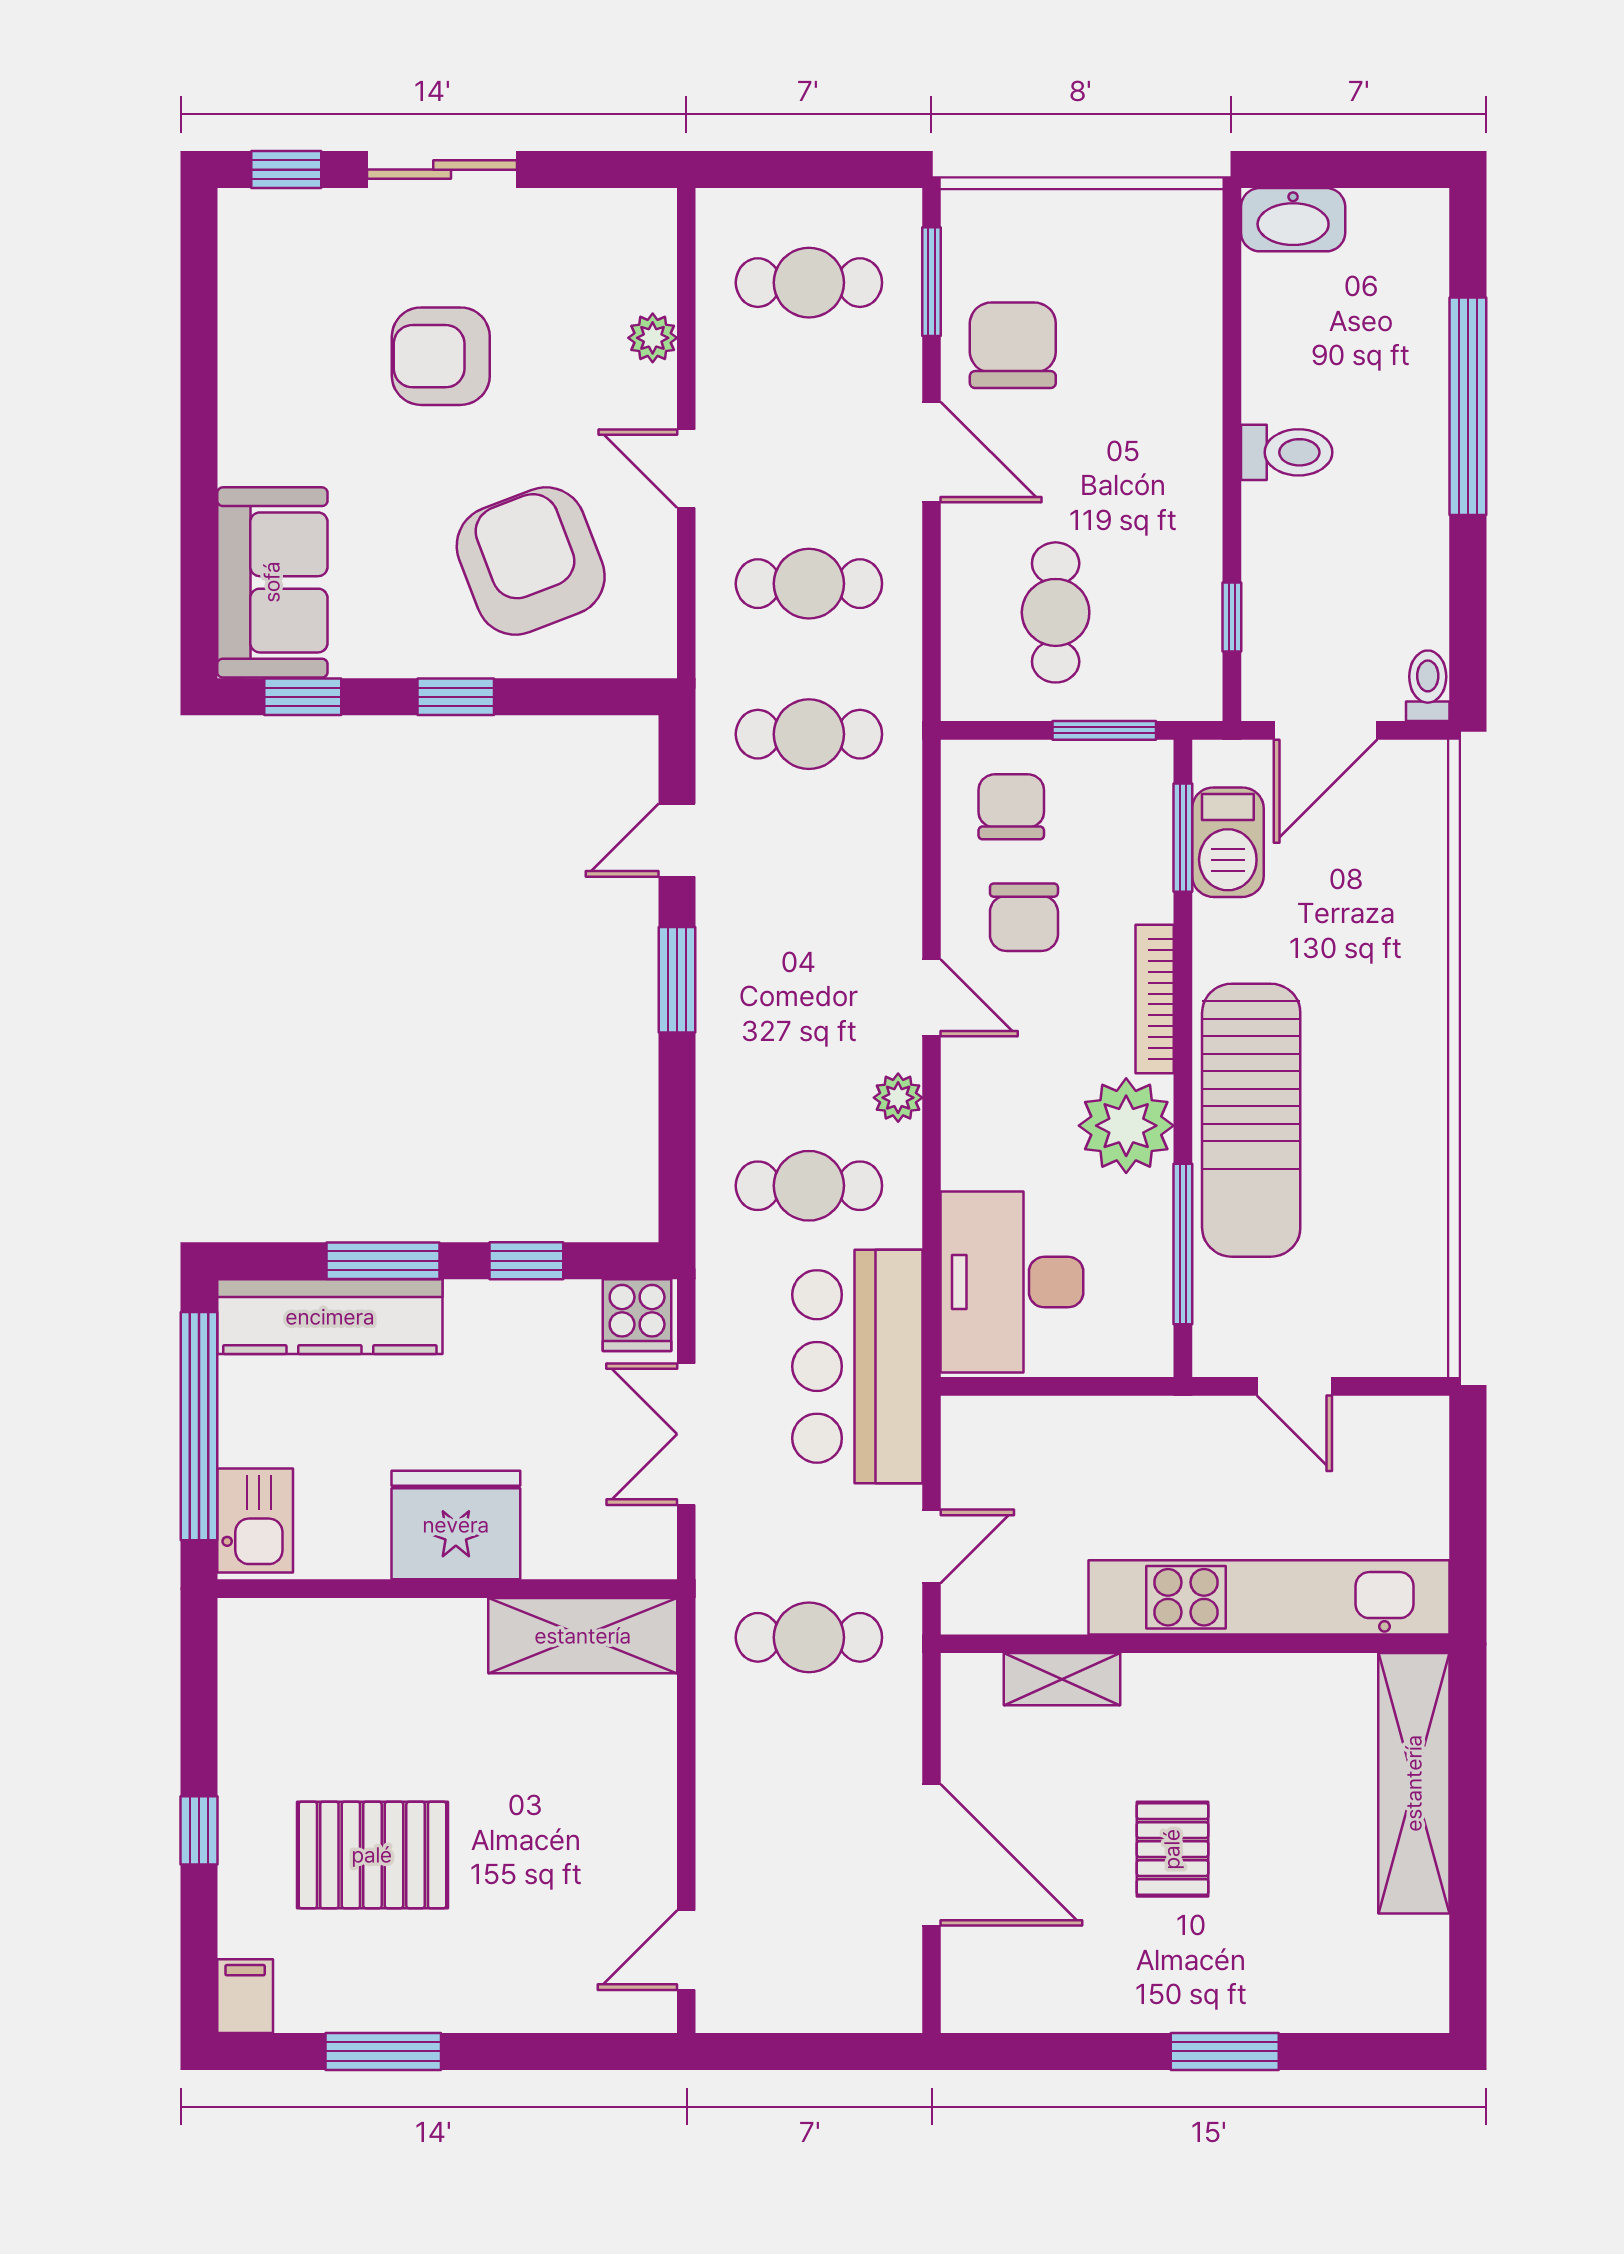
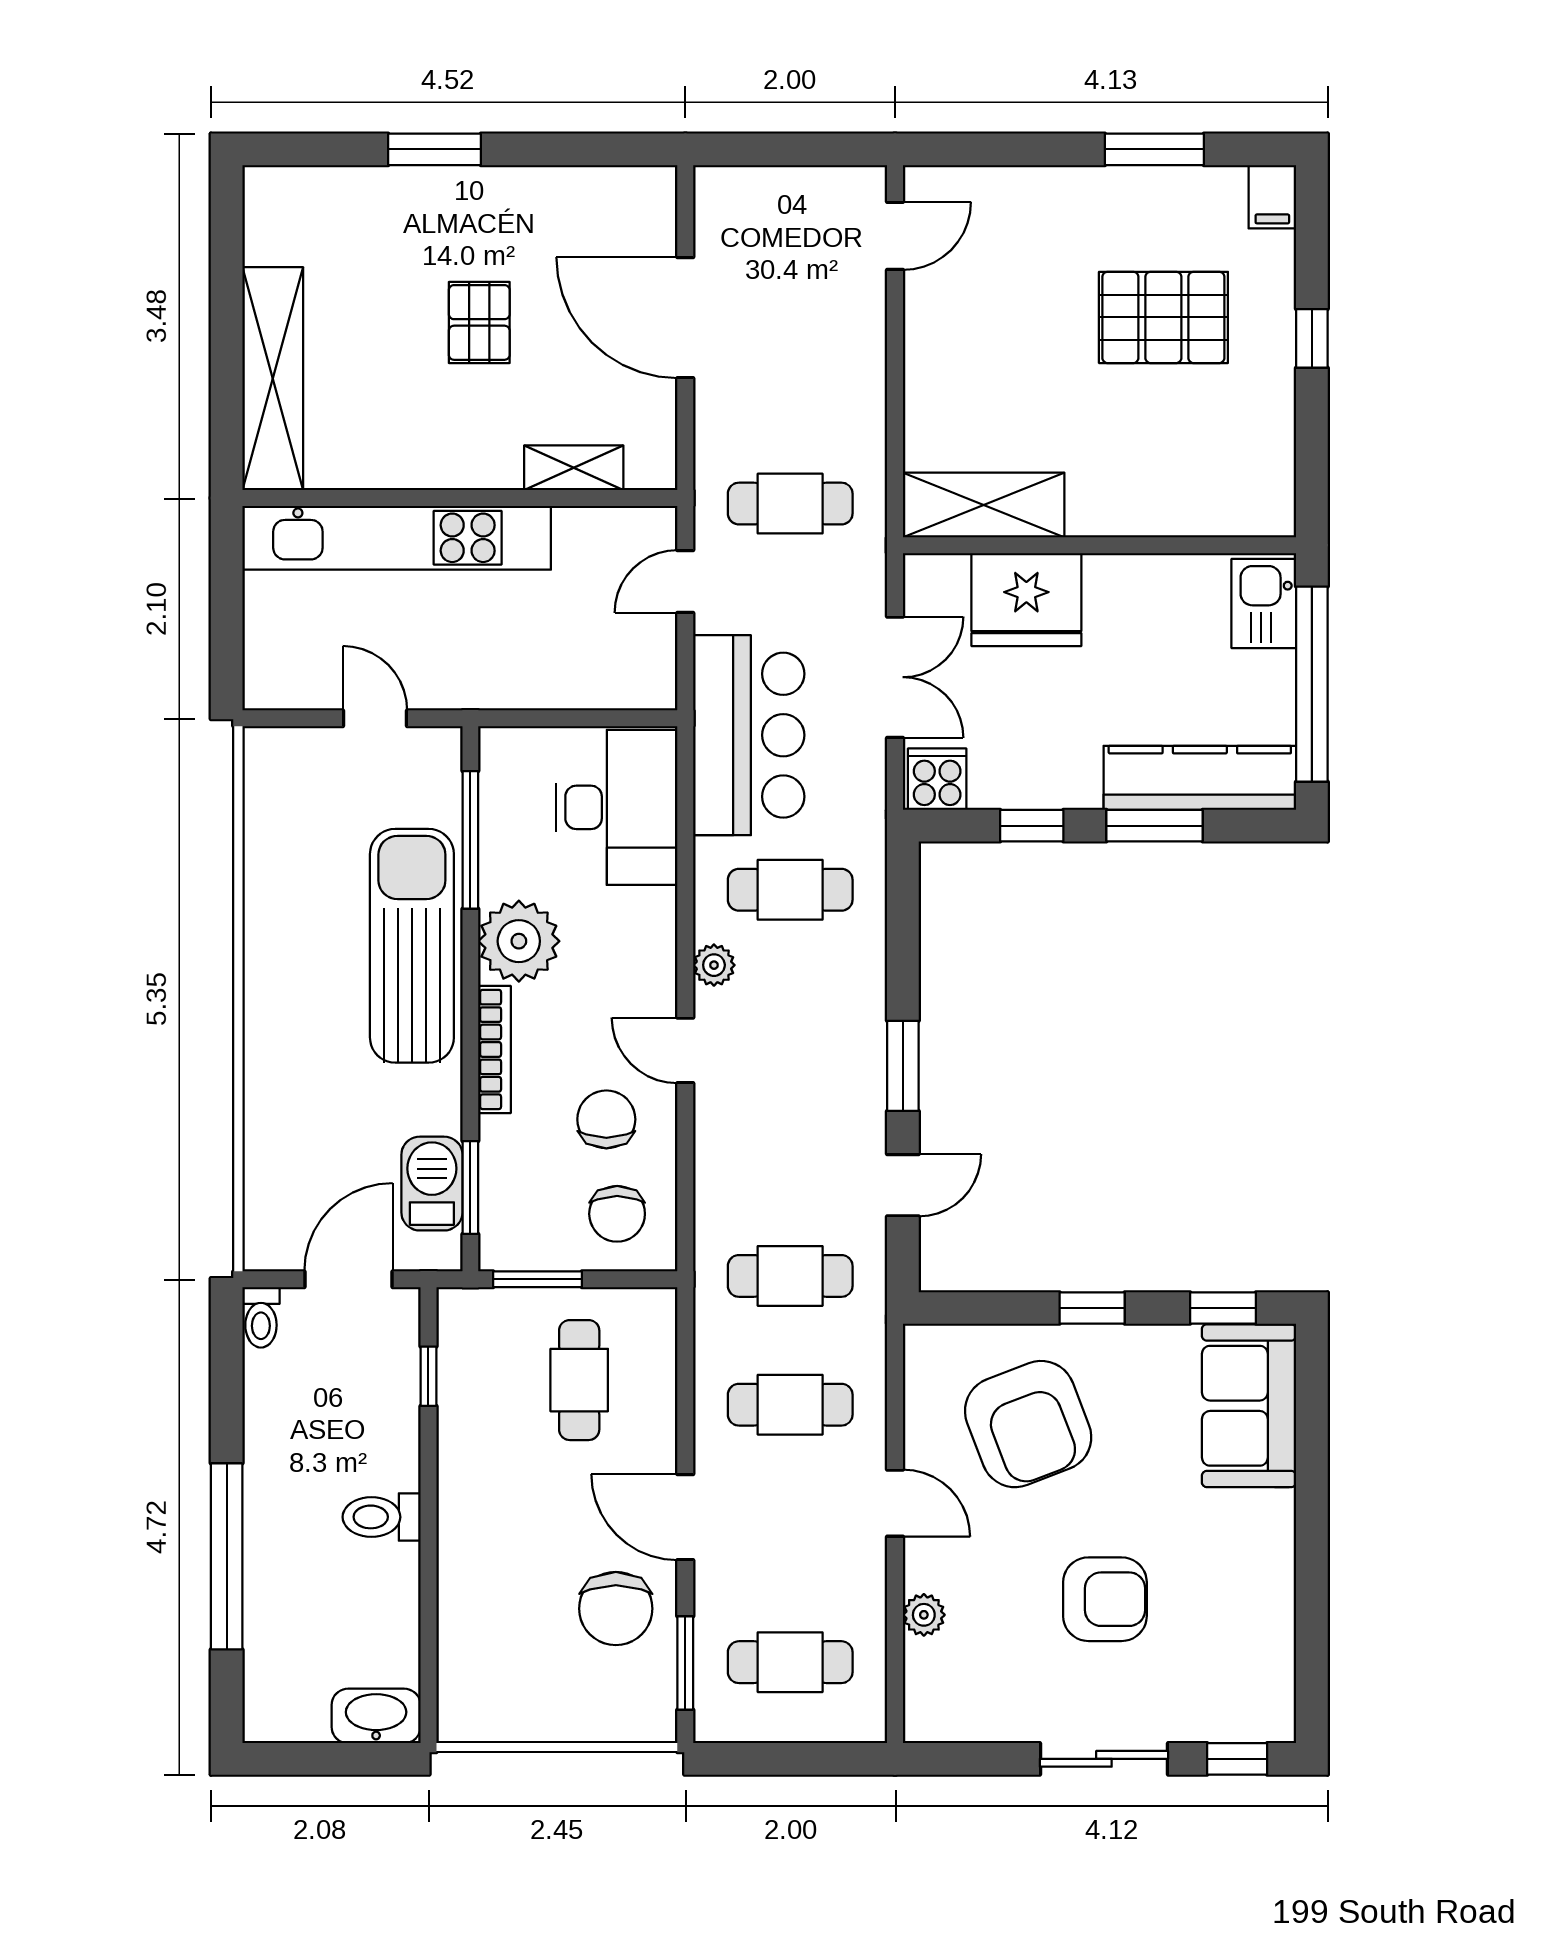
fridge: (456, 1525) -> (1026, 600), moved

